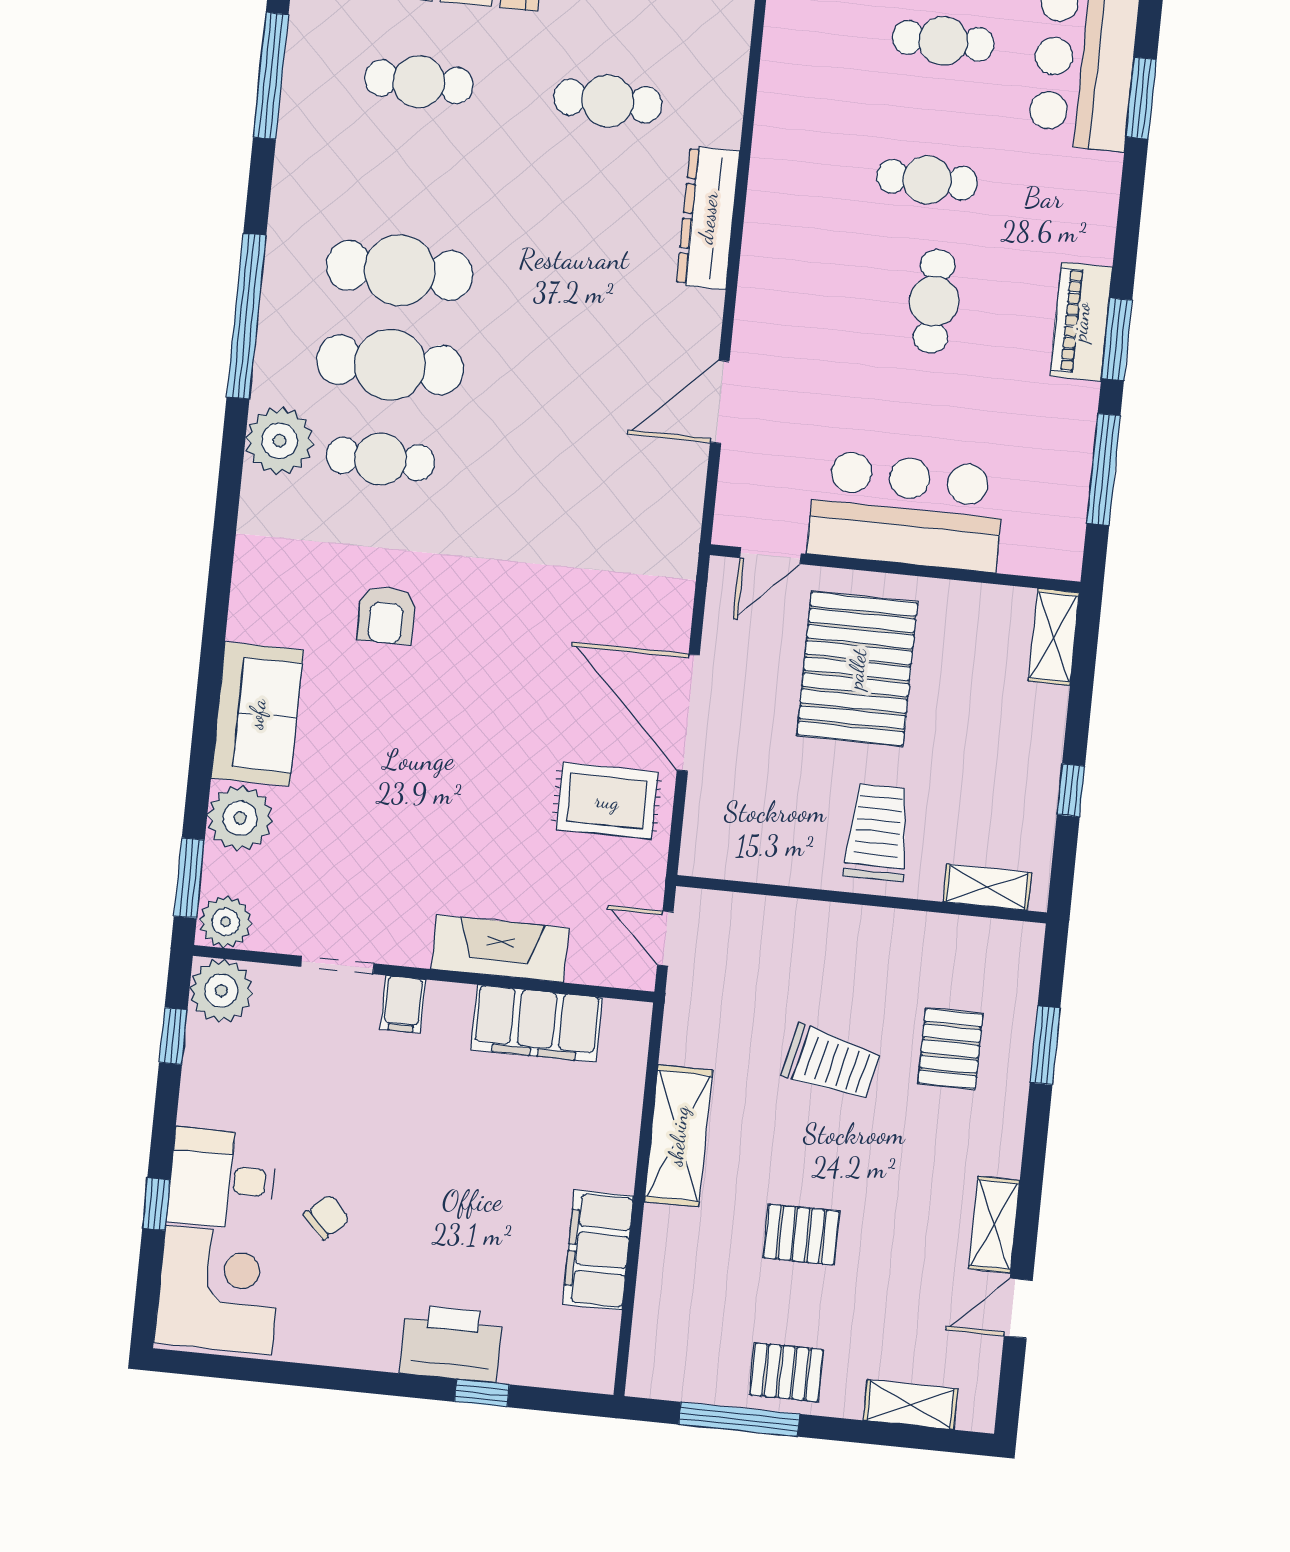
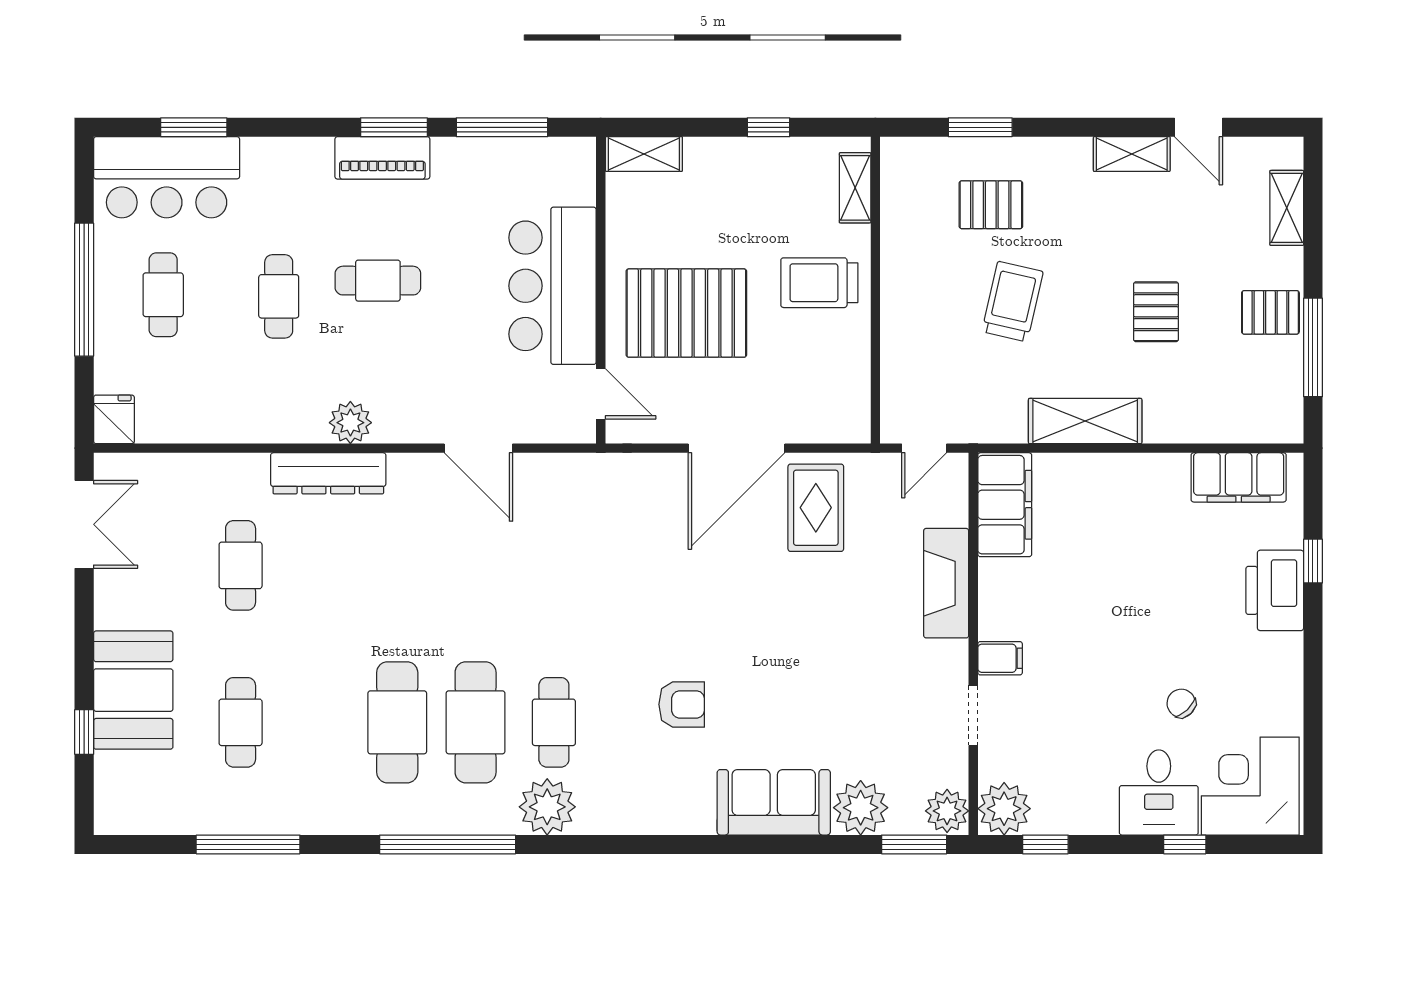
plant: (766, 251) -> (350, 423), added
filing cabinet: (537, 1024) -> (1005, 505), moved
filing cabinet: (598, 1250) -> (1239, 477), moved
pallet: (787, 1372) -> (1270, 312), turned 90

